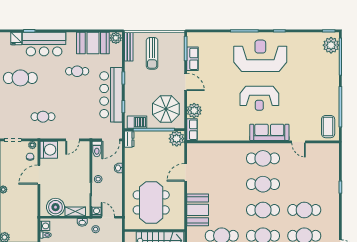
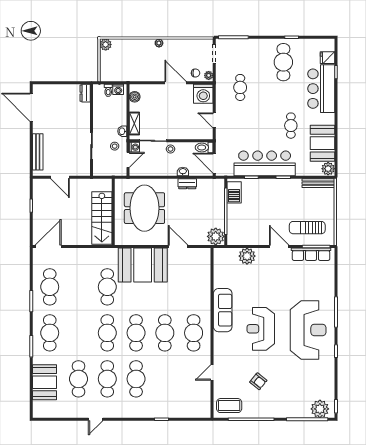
sun lounger: (152, 53) -> (307, 228), moved
row of seats: (192, 59) -> (311, 254), width x1.48
door: (186, 82) -> (279, 246), swing flipped
armchair: (306, 100) -> (258, 381), added
parasol: (166, 109) -> (249, 225), removed
row of seats: (192, 130) -> (226, 254), removed
sofa: (269, 132) -> (223, 310), moved
dresser: (129, 139) -> (187, 184), moved
meeting table: (151, 202) -> (144, 208), turned 90
boiler: (55, 207) -> (135, 97), width x0.54, depth x0.54
booth: (198, 210) -> (143, 265), width x1.36, depth x1.42

